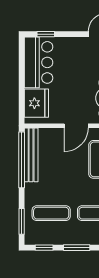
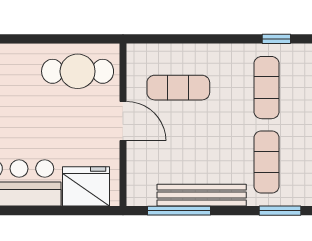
bench: (31, 155) -> (202, 195), moved
window: (22, 160) -> (179, 211), width x0.68

